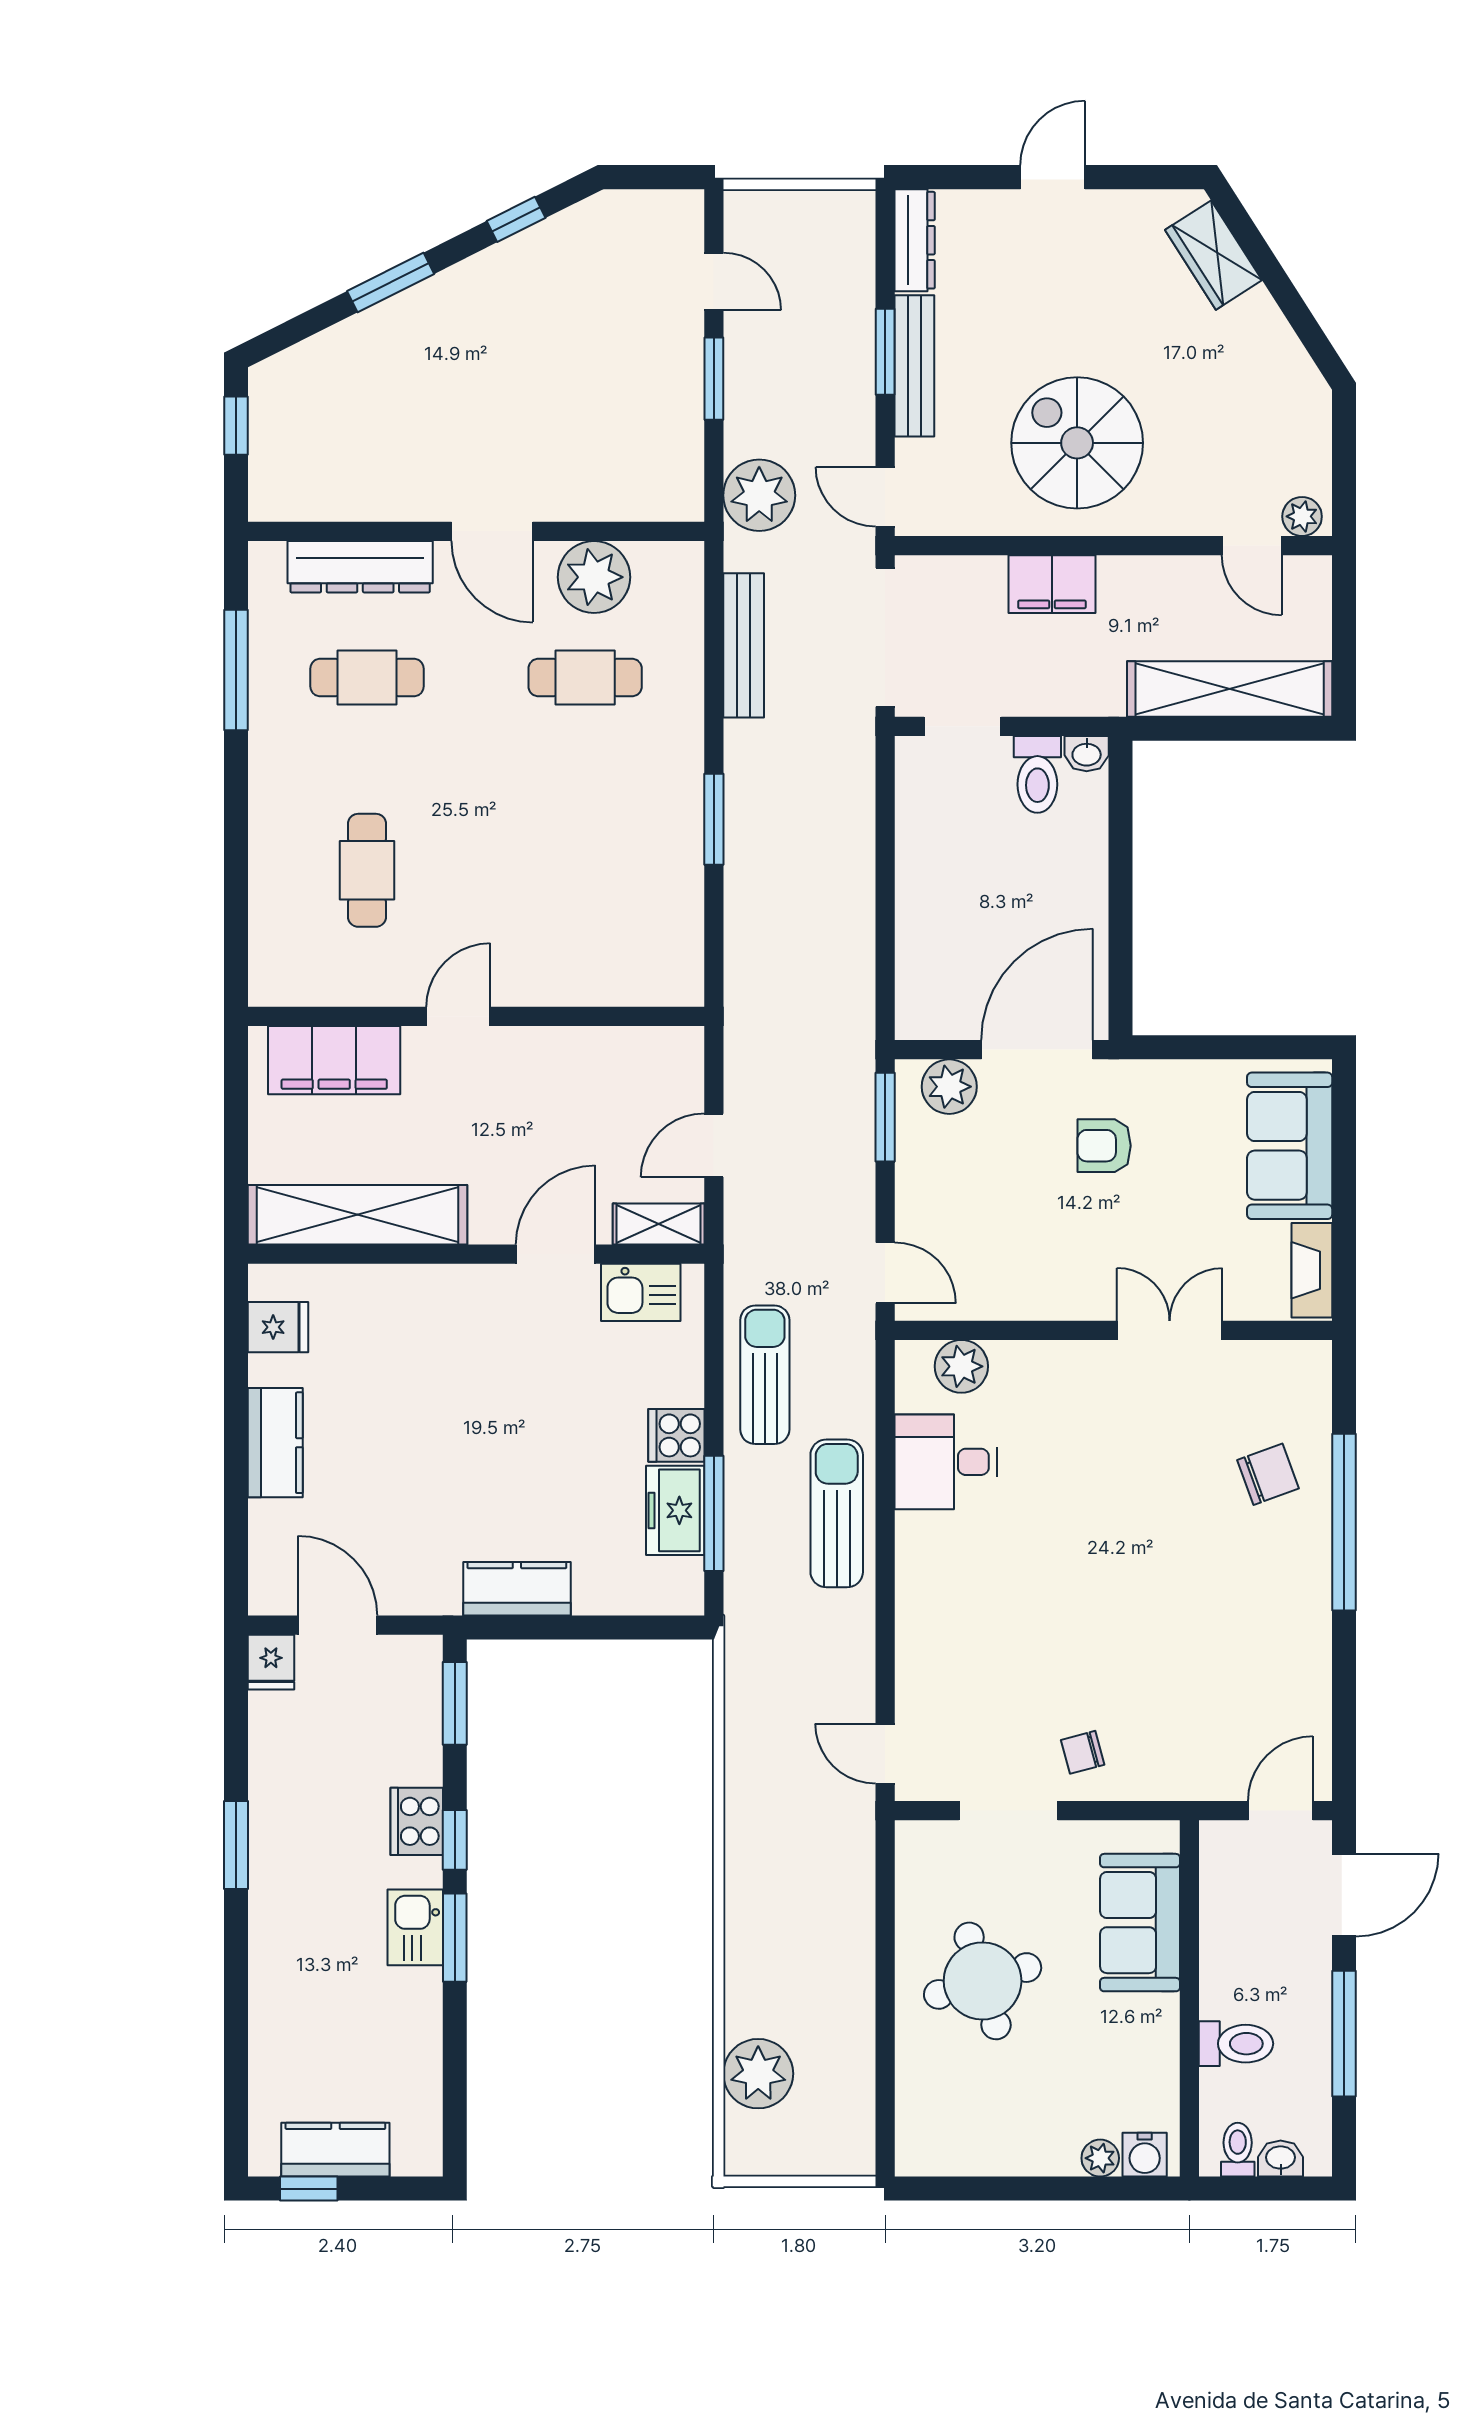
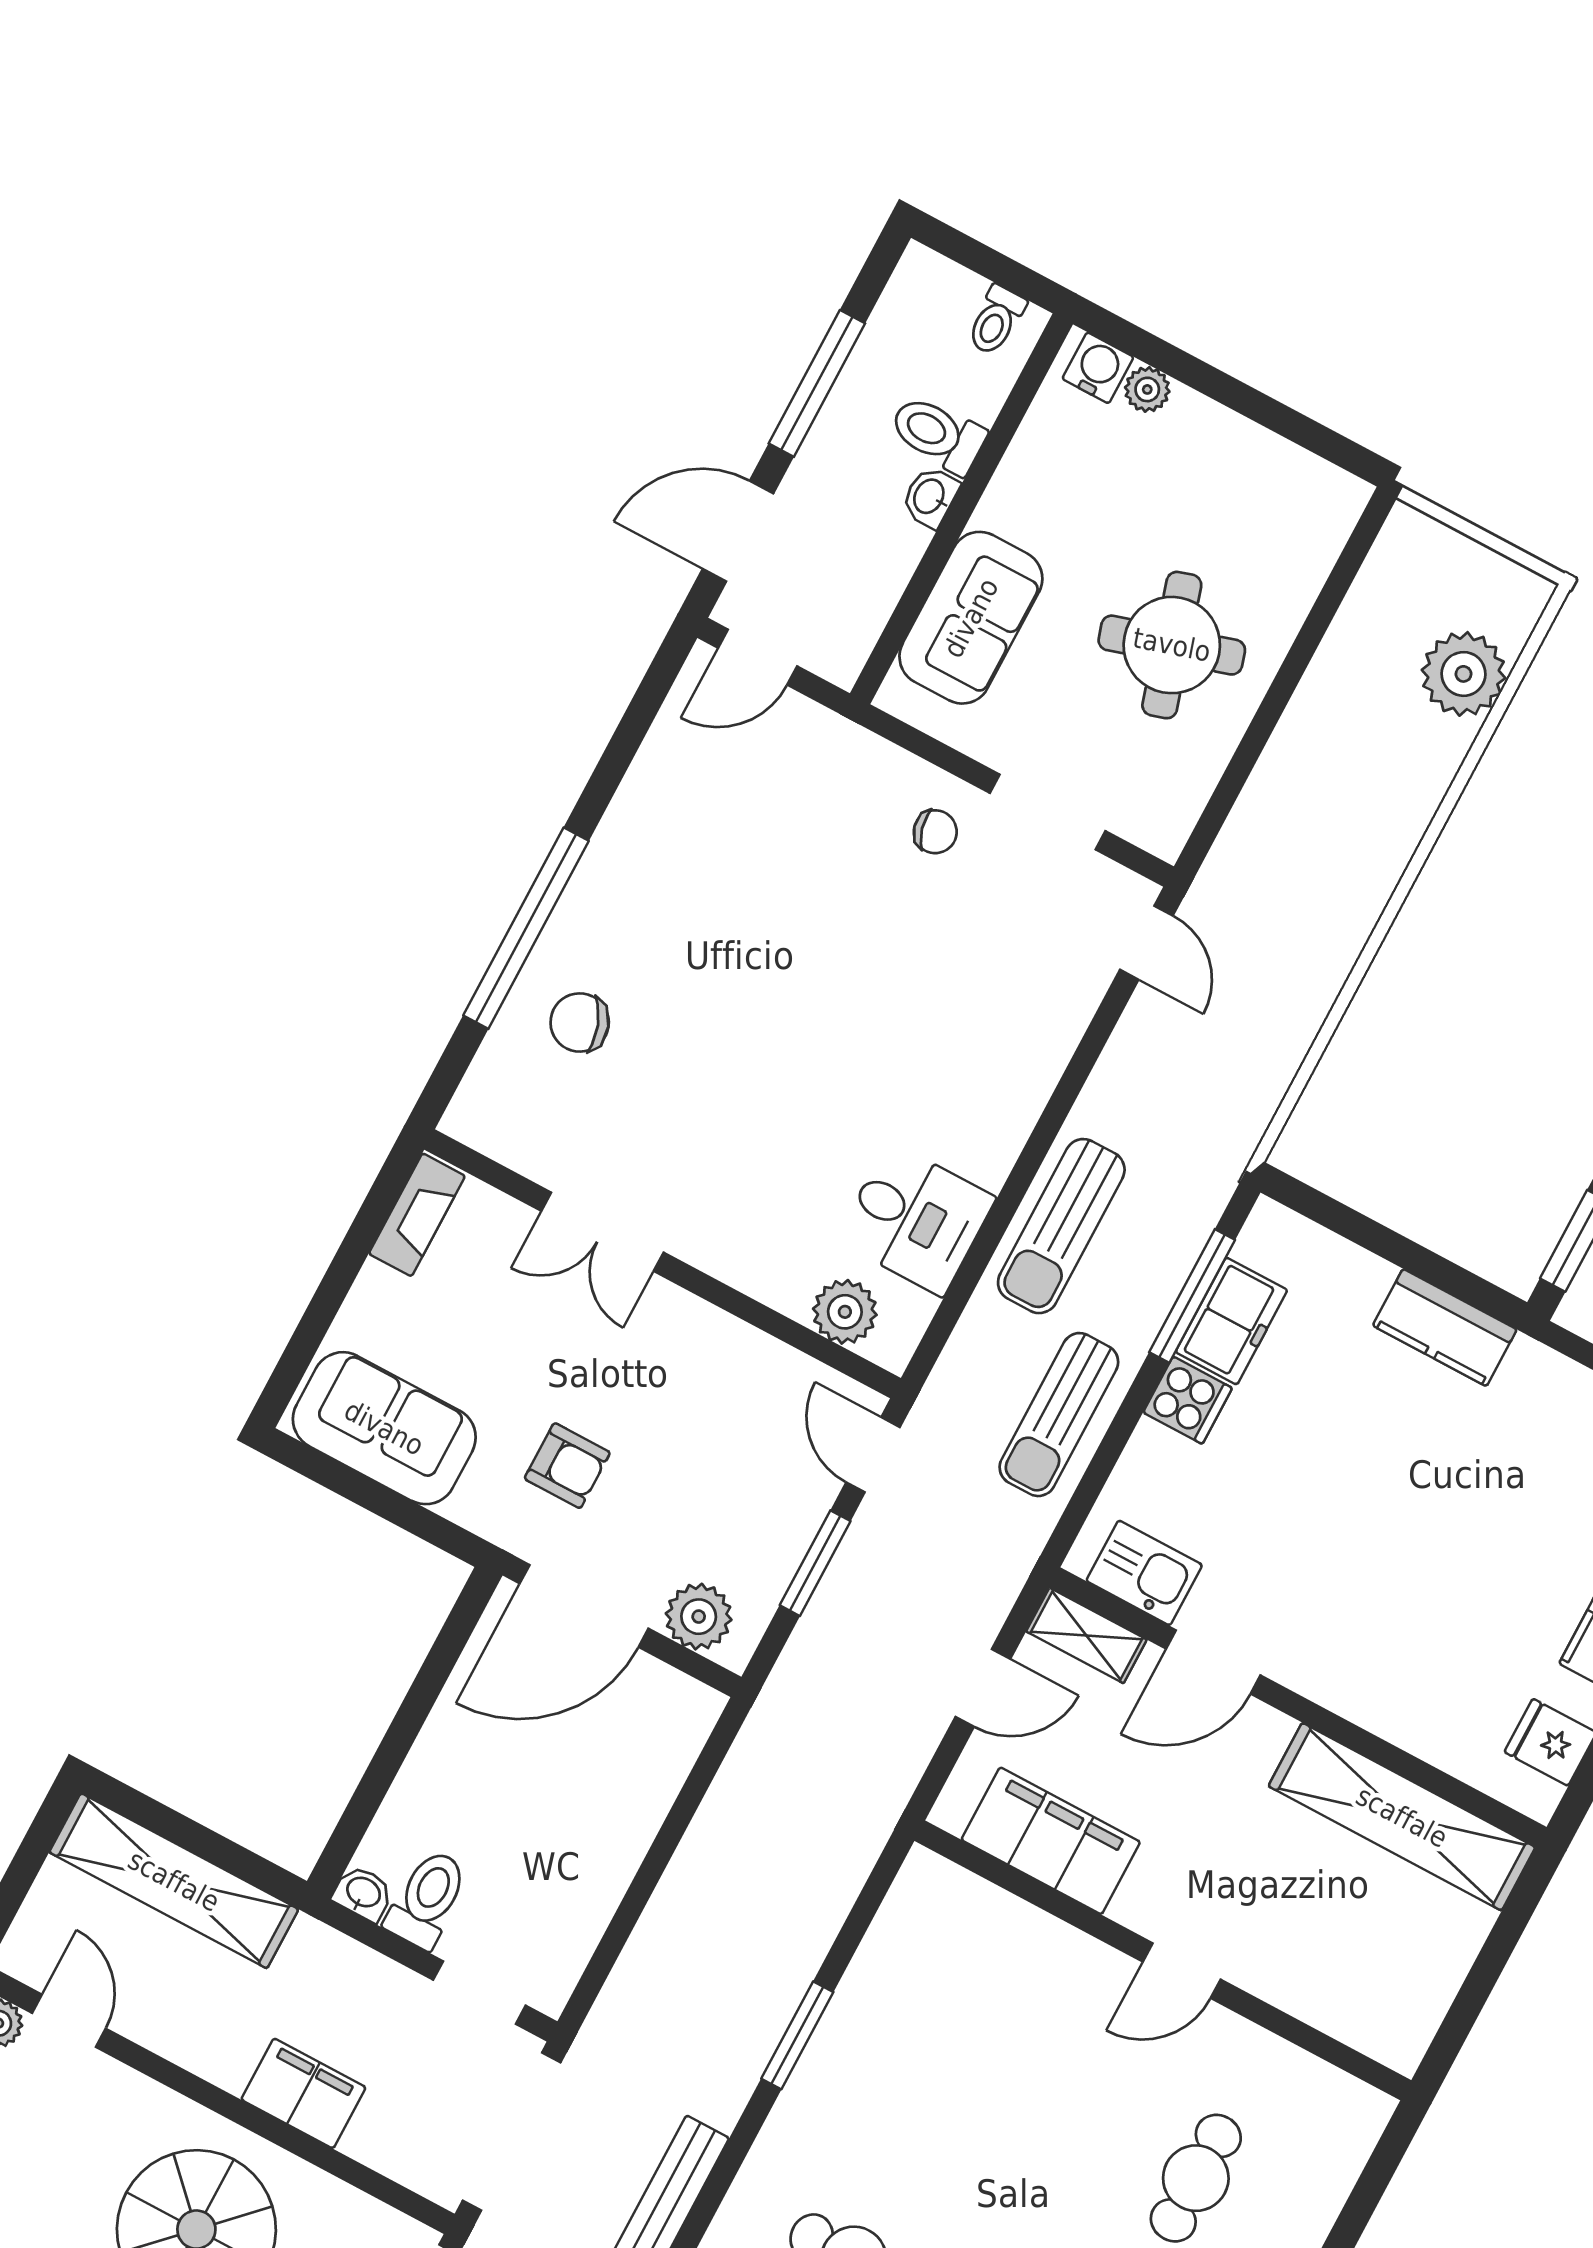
filing cabinet: (334, 1060) -> (1051, 1841), moved
window: (885, 1117) -> (815, 1563), moved
sofa: (1290, 1146) -> (384, 1428), moved, turned -90
washbasin: (1281, 2159) -> (930, 497), moved, turned 90

